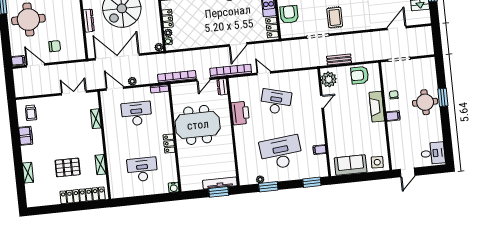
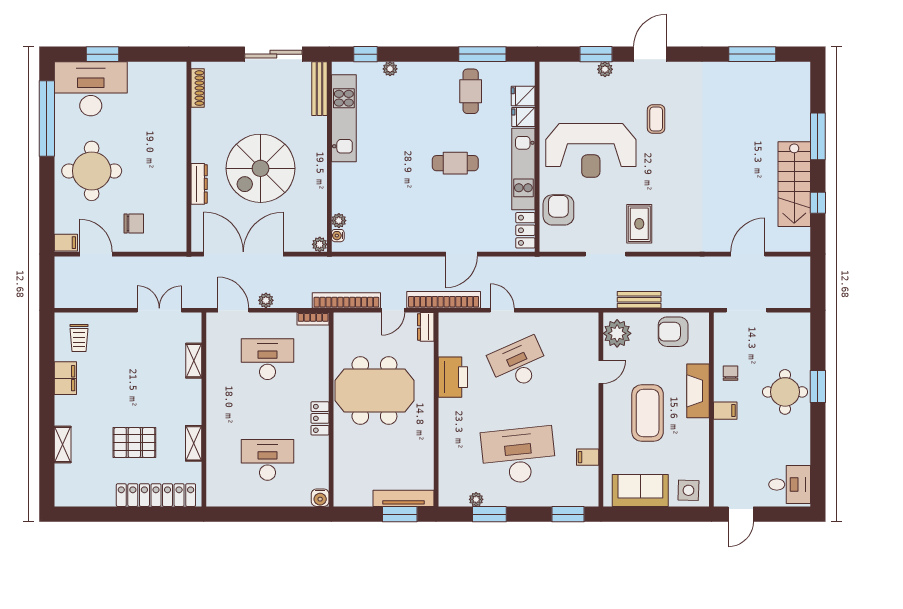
locker: (167, 18) -> (340, 195), removed
desk: (276, 102) -> (518, 364), turned -39
coffee table: (350, 122) -> (648, 413), added

